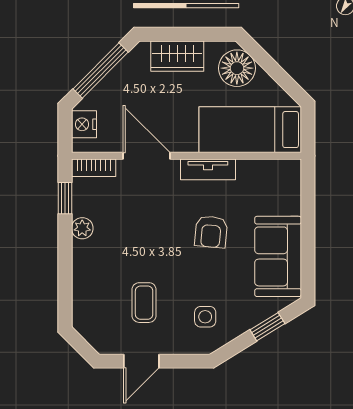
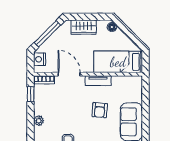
floor lamp: (237, 68) -> (112, 27), width x0.53, depth x0.53
plant: (82, 228) -> (39, 121), moved

